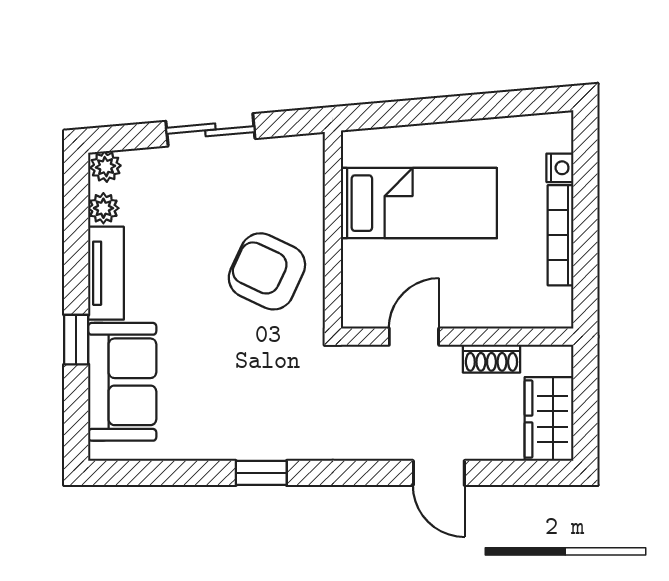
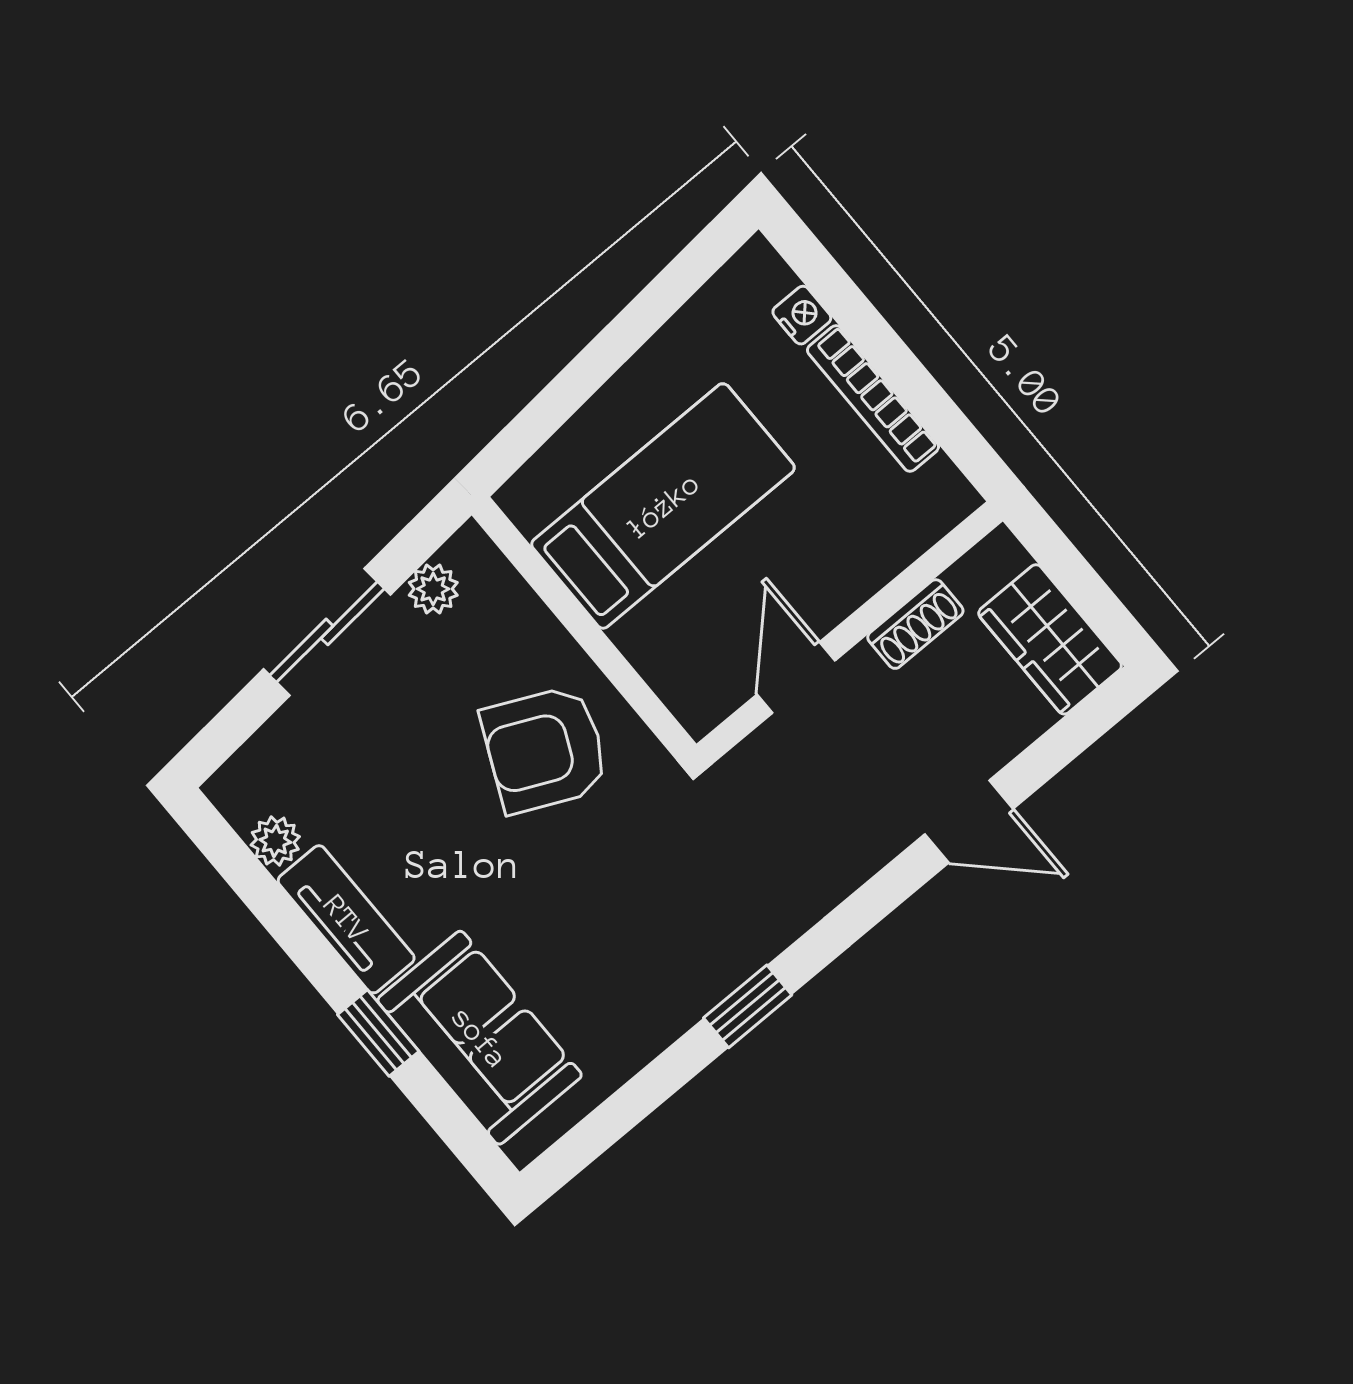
plant: (106, 167) -> (433, 589), moved

